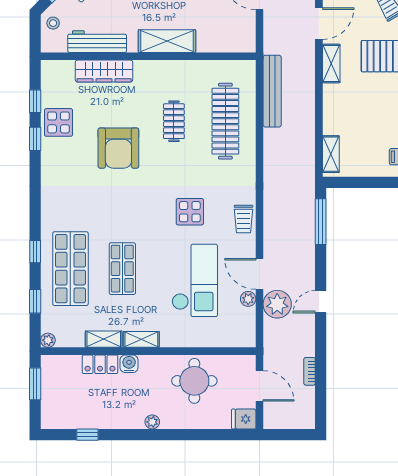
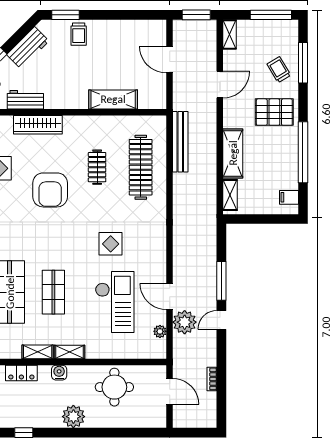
shelving: (167, 41) -> (113, 99), moved
workbench: (97, 42) -> (25, 100), width x0.73
shelving: (331, 63) -> (233, 153), moved, width x1.50, depth x1.33
trolley: (244, 219) -> (156, 250), removed
window: (321, 222) -> (221, 281), moved
plant: (248, 299) -> (160, 331), moved
locker: (100, 364) -> (21, 373), moved
fridge: (244, 419) -> (156, 419), removed
plant: (152, 422) -> (73, 417), width x1.88, depth x1.88

